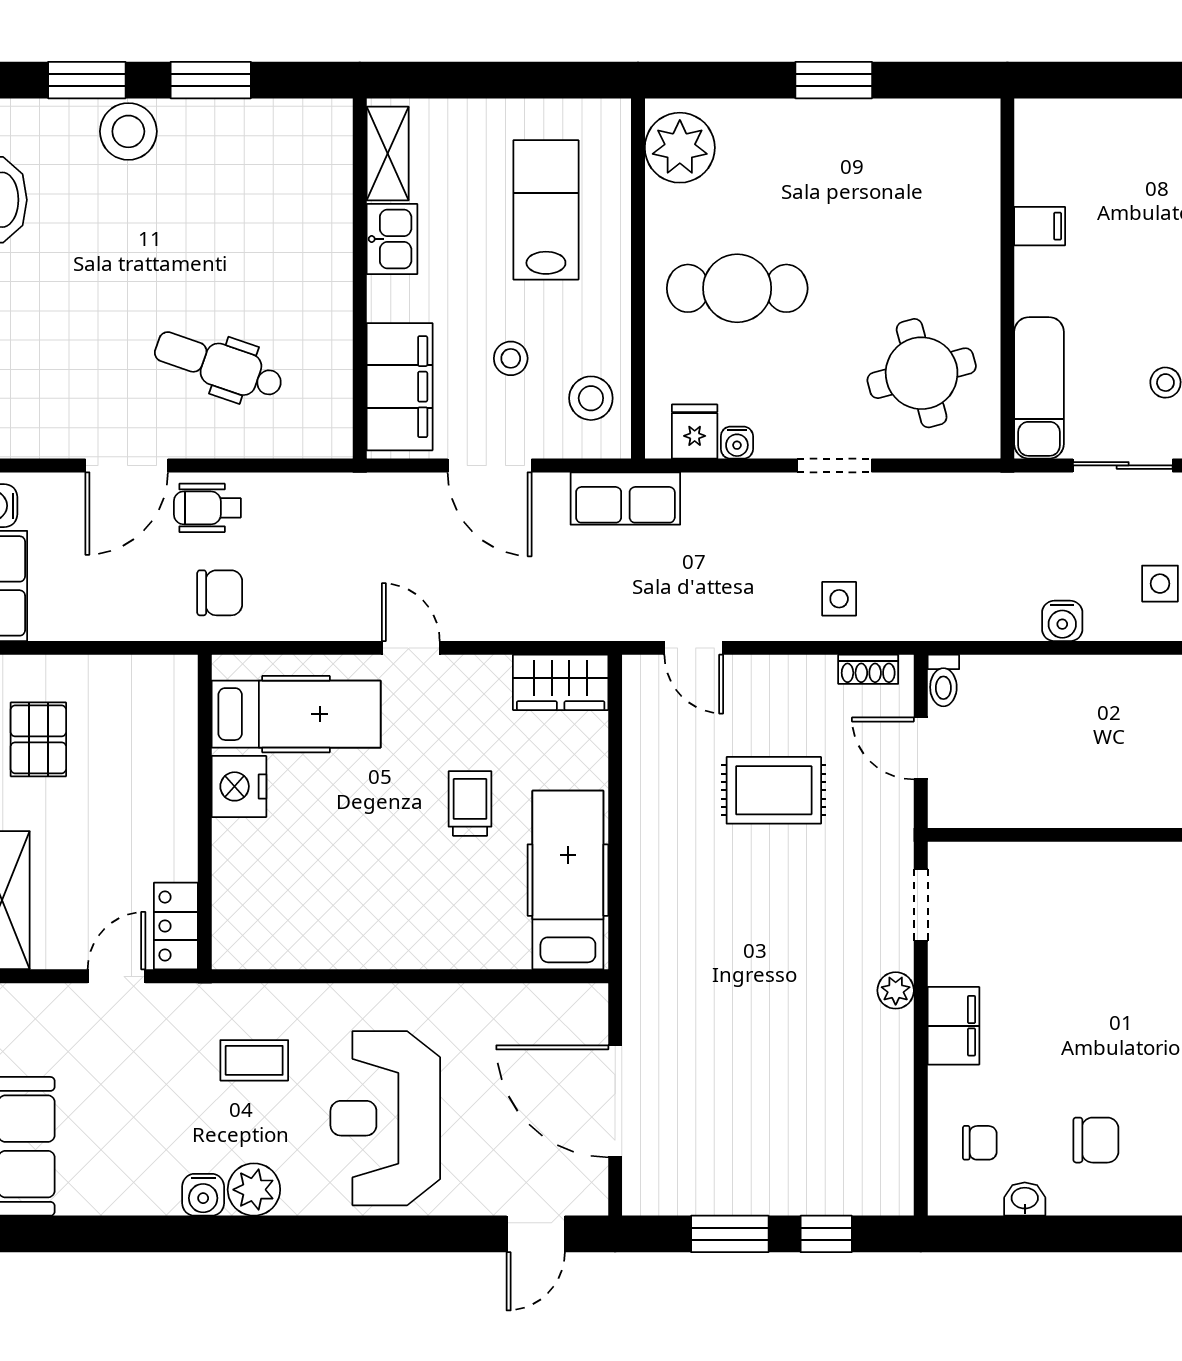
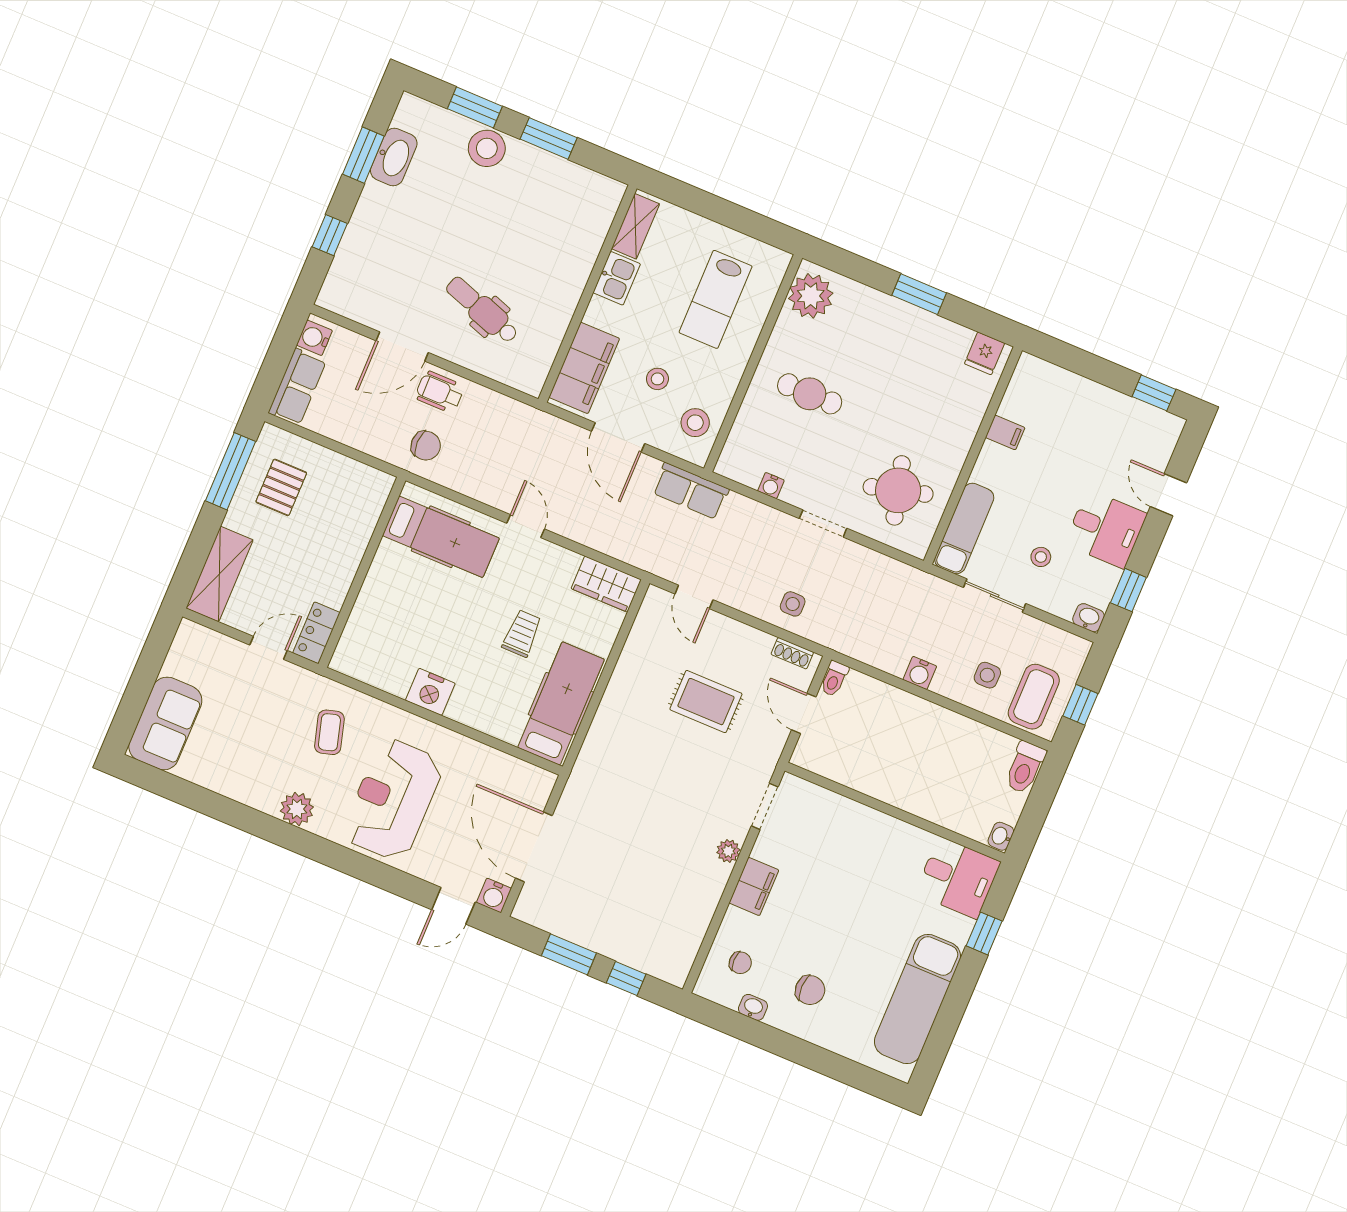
lab bench: (546, 210) -> (716, 299), turned 180
cafe table: (737, 288) -> (810, 394), width x0.73, depth x0.74
fridge: (695, 432) -> (985, 353), moved, turned 180
nightstand: (239, 786) -> (430, 692), moved, turned -90
coffee table: (254, 1060) -> (329, 732), turned 74
water cooler: (203, 1195) -> (494, 895), moved

